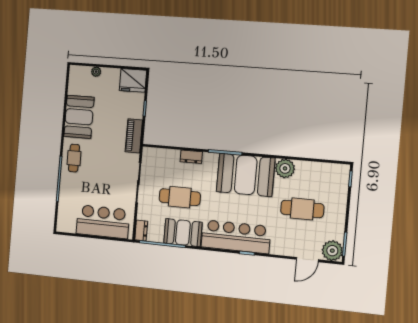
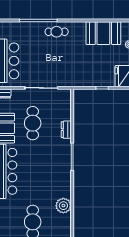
booth: (79, 117) -> (103, 33), moved
piano: (134, 136) -> (79, 81), removed
booth: (246, 175) -> (55, 175), removed

